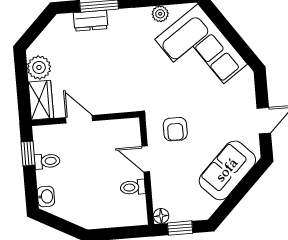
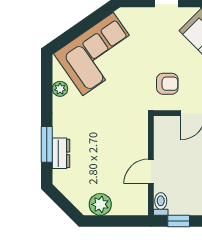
wardrobe: (41, 100) -> (130, 205), removed
toilet: (47, 161) -> (161, 204), moved

